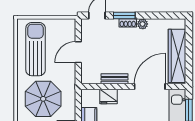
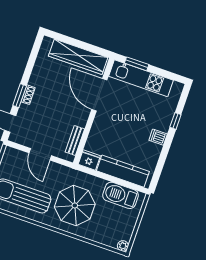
plant: (143, 24) -> (34, 80), removed
bench: (114, 79) -> (75, 140), moved
fridge: (108, 96) -> (89, 160), moved, turned -90

